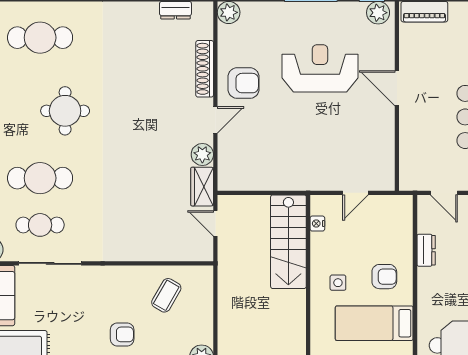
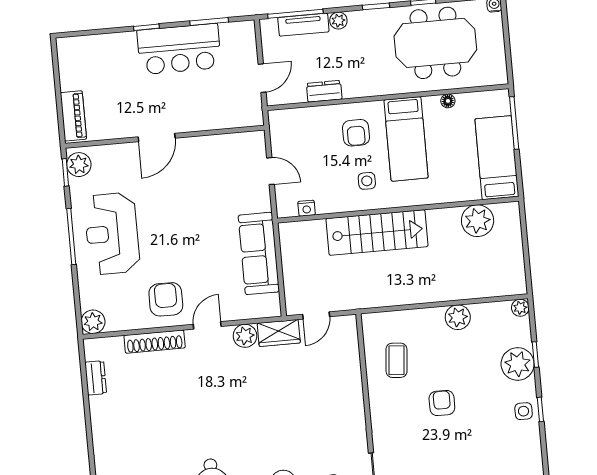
reception desk: (320, 68) -> (112, 234), moved
door: (215, 120) -> (207, 325), hinge flipped
sofa: (279, 175) -> (259, 253), added
stairs: (288, 242) -> (377, 232), moved
armchair: (384, 277) -> (356, 133), turned 180
coffee table: (166, 295) -> (397, 360), turned 65

